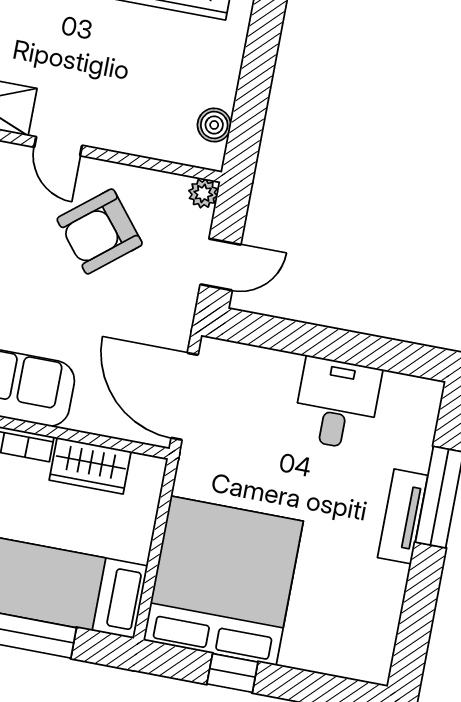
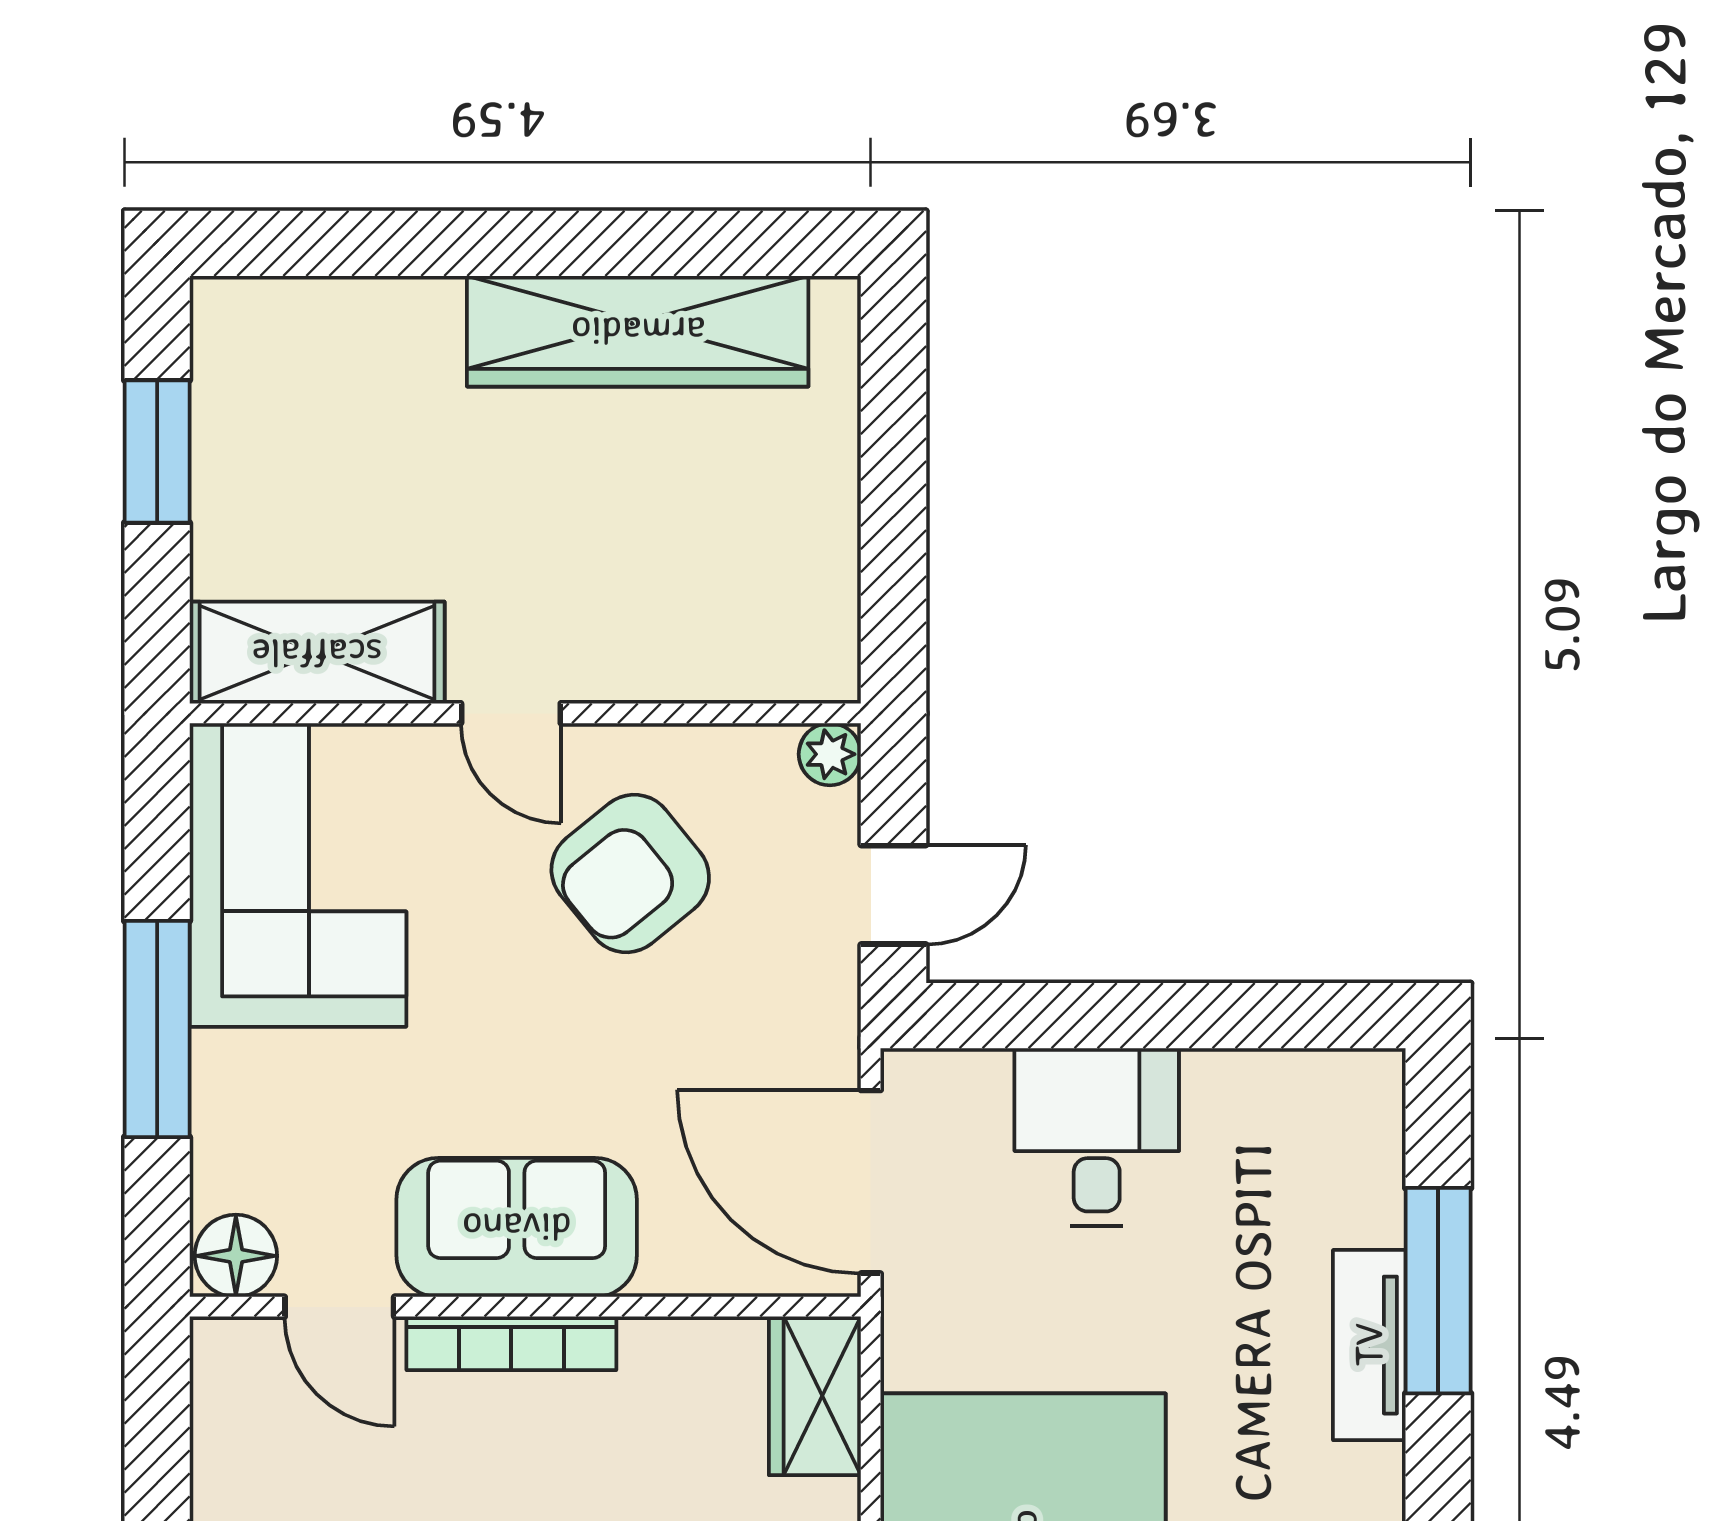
boiler: (214, 125) -> (826, 608), removed
desk: (337, 403) -> (1097, 1137), moved
wardrobe: (90, 466) -> (815, 1396), moved, turned 90

